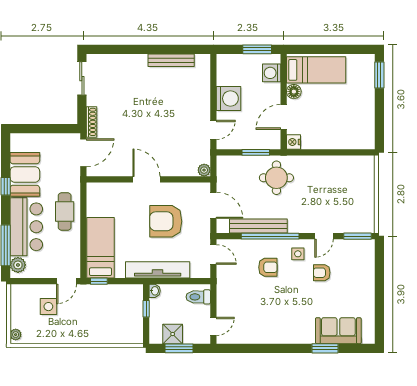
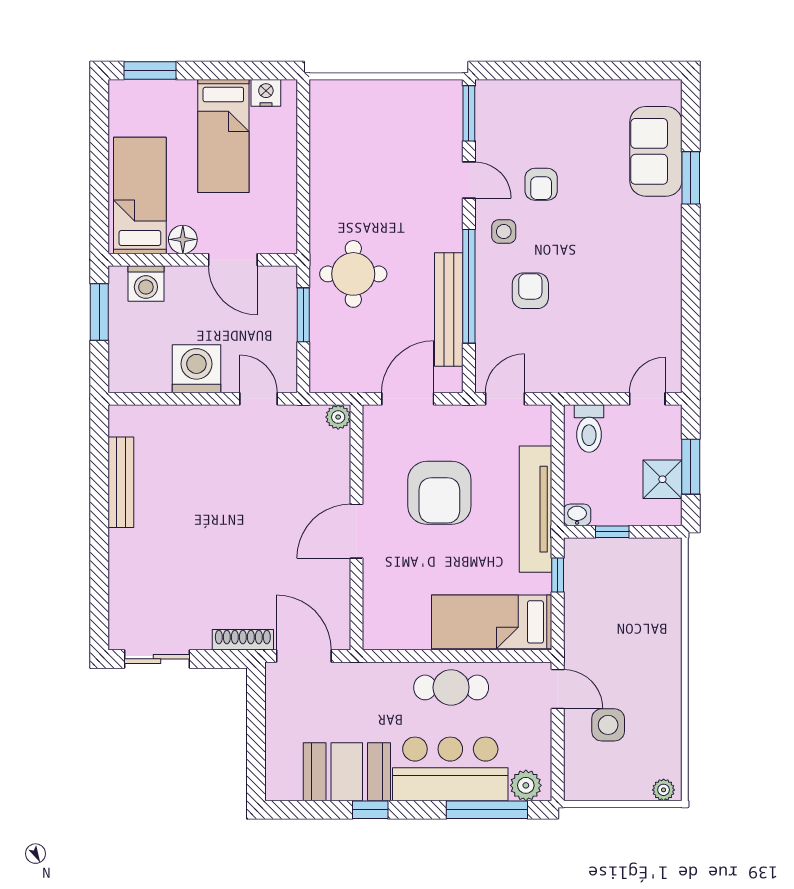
bed: (346, 112) -> (223, 136), added
nightstand: (293, 142) -> (266, 93), moved, turned 180
cafe table: (65, 211) -> (451, 687), moved
window: (99, 281) -> (558, 575), moved
door: (213, 326) -> (647, 399), hinge flipped

